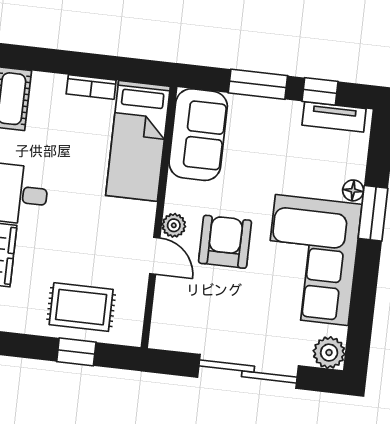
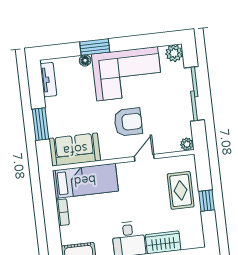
window: (320, 91) -> (37, 90), removed
plant: (174, 225) -> (187, 144), moved
armchair: (225, 242) -> (128, 122), turned 180
window: (76, 352) -> (207, 201), moved

